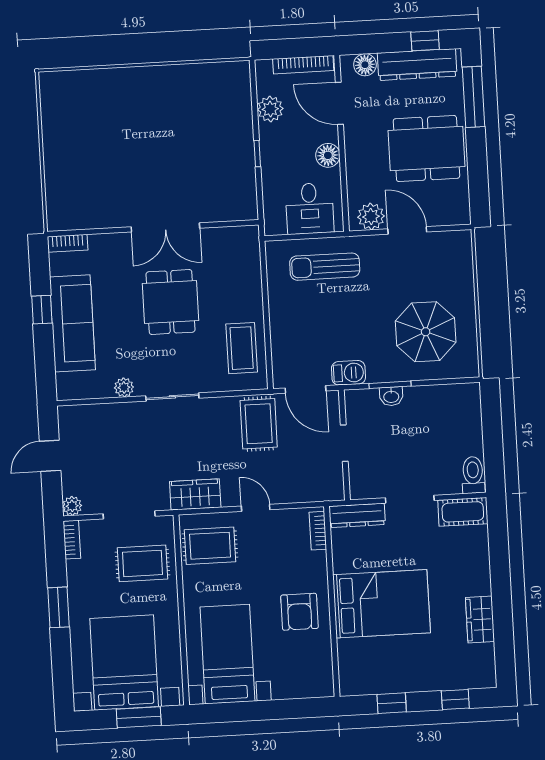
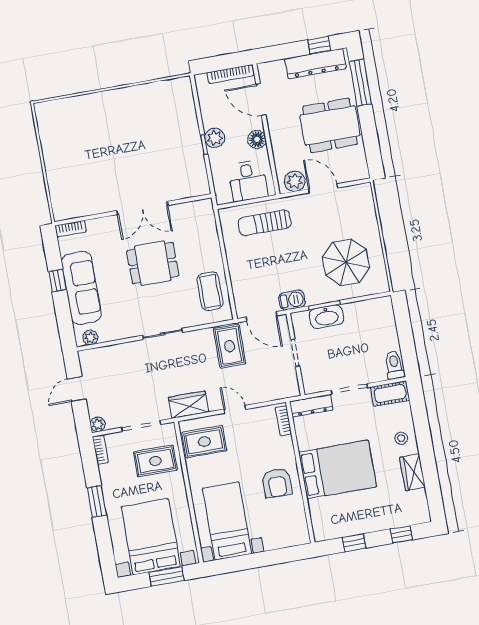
floor lamp: (365, 65) -> (277, 68), removed
plant: (270, 109) -> (215, 138), moved
dining table: (171, 302) -> (153, 263), turned 90
plant: (124, 387) -> (90, 338), moved
washbasin: (391, 396) -> (327, 317), width x1.91, depth x1.45
stool: (470, 573) -> (401, 438), added

